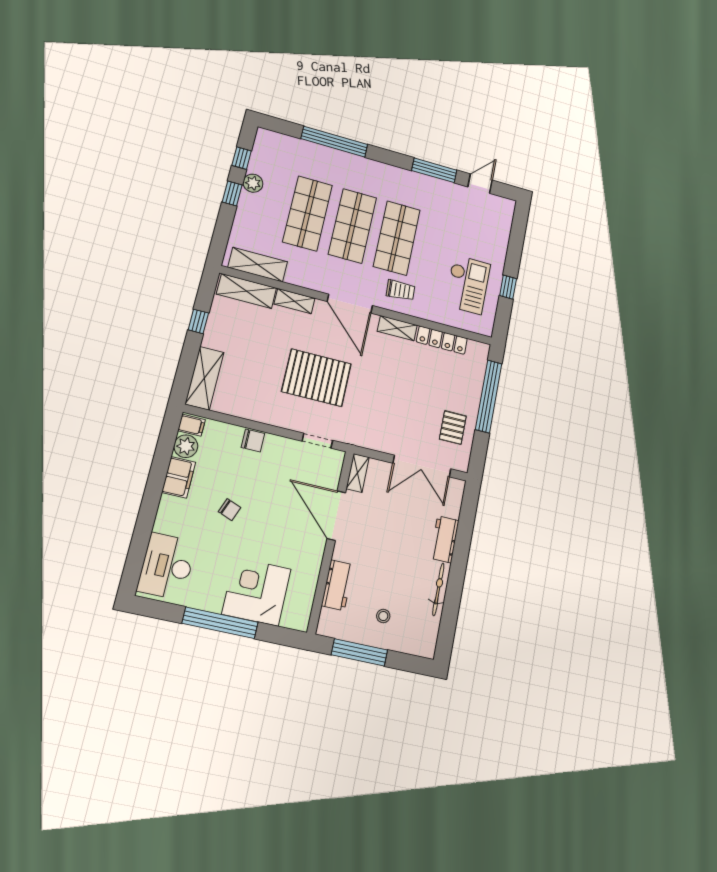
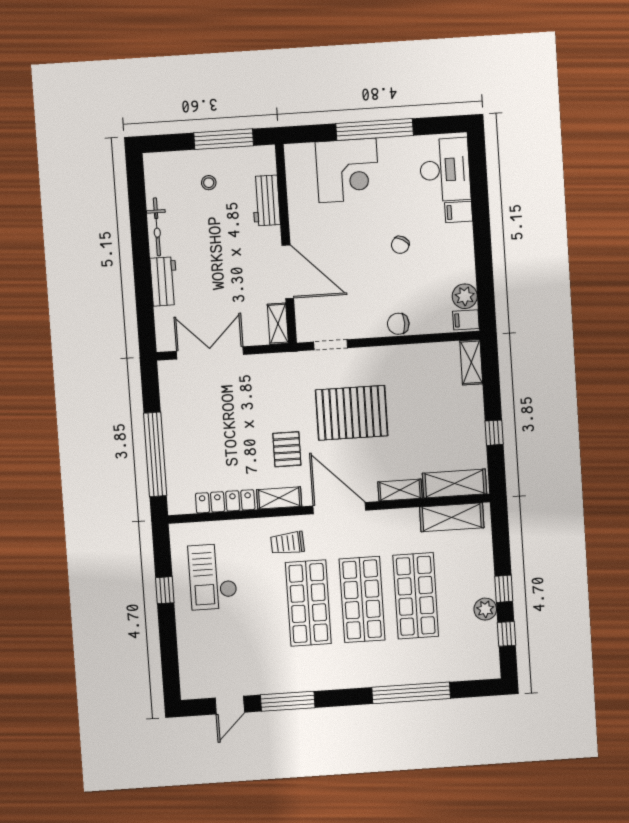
shelving: (204, 378) -> (471, 362), width x0.67, depth x0.75
pallet: (453, 428) -> (287, 449), moved
filing cabinet: (179, 477) -> (459, 212), moved, width x0.50
chair: (229, 510) -> (400, 245), turned -81

